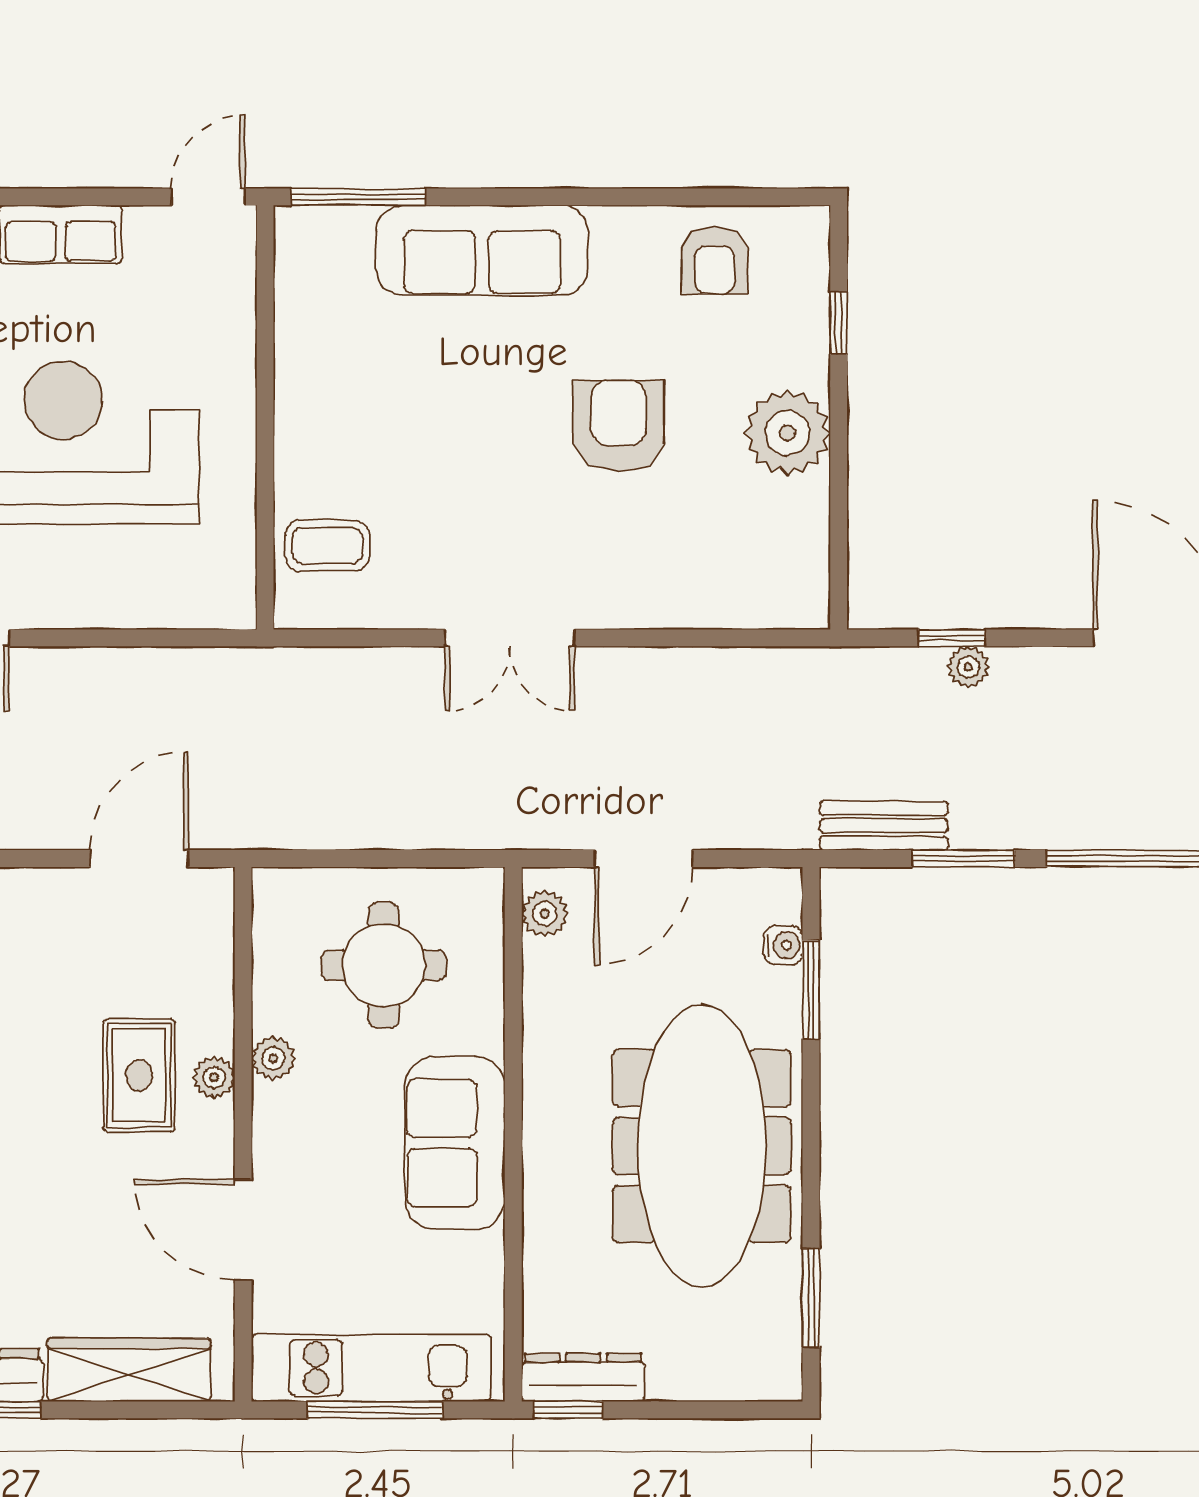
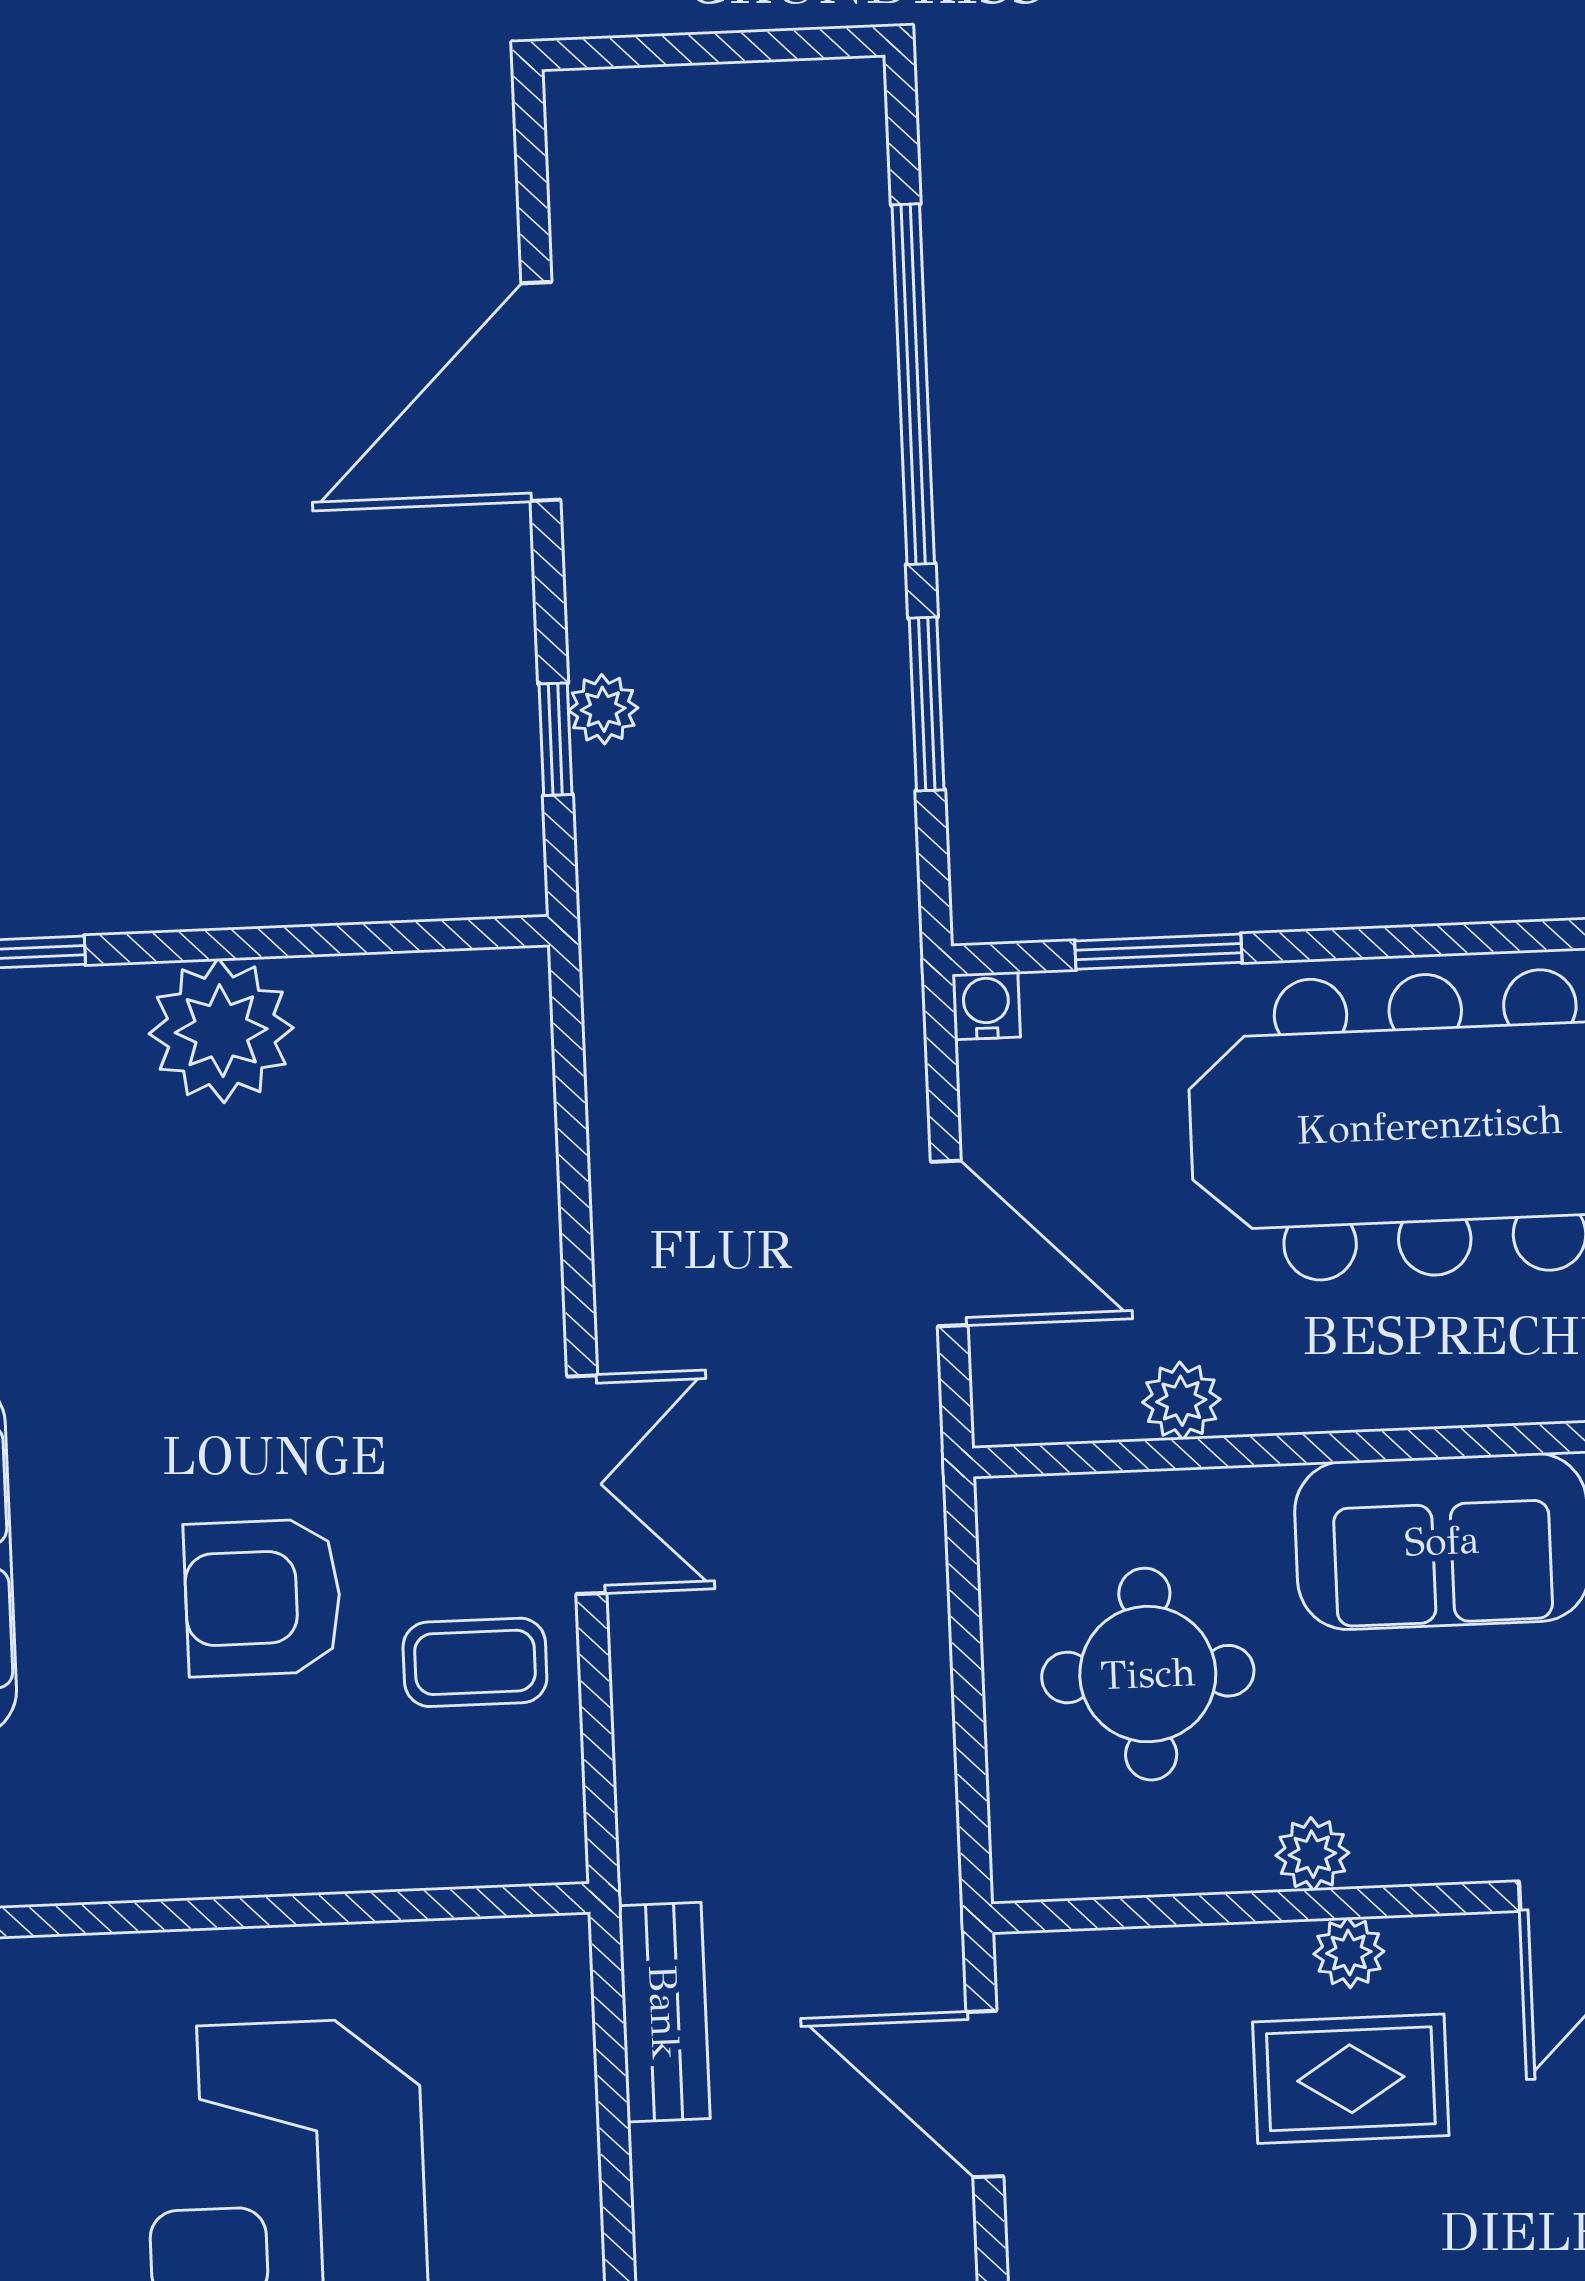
armchair: (619, 426) -> (263, 1598), moved
coffee table: (327, 546) -> (475, 1662), moved, turned 90
bench: (884, 826) -> (664, 2012), moved
plant: (545, 914) -> (1181, 1401), moved
water cooler: (783, 945) -> (986, 1006), moved

